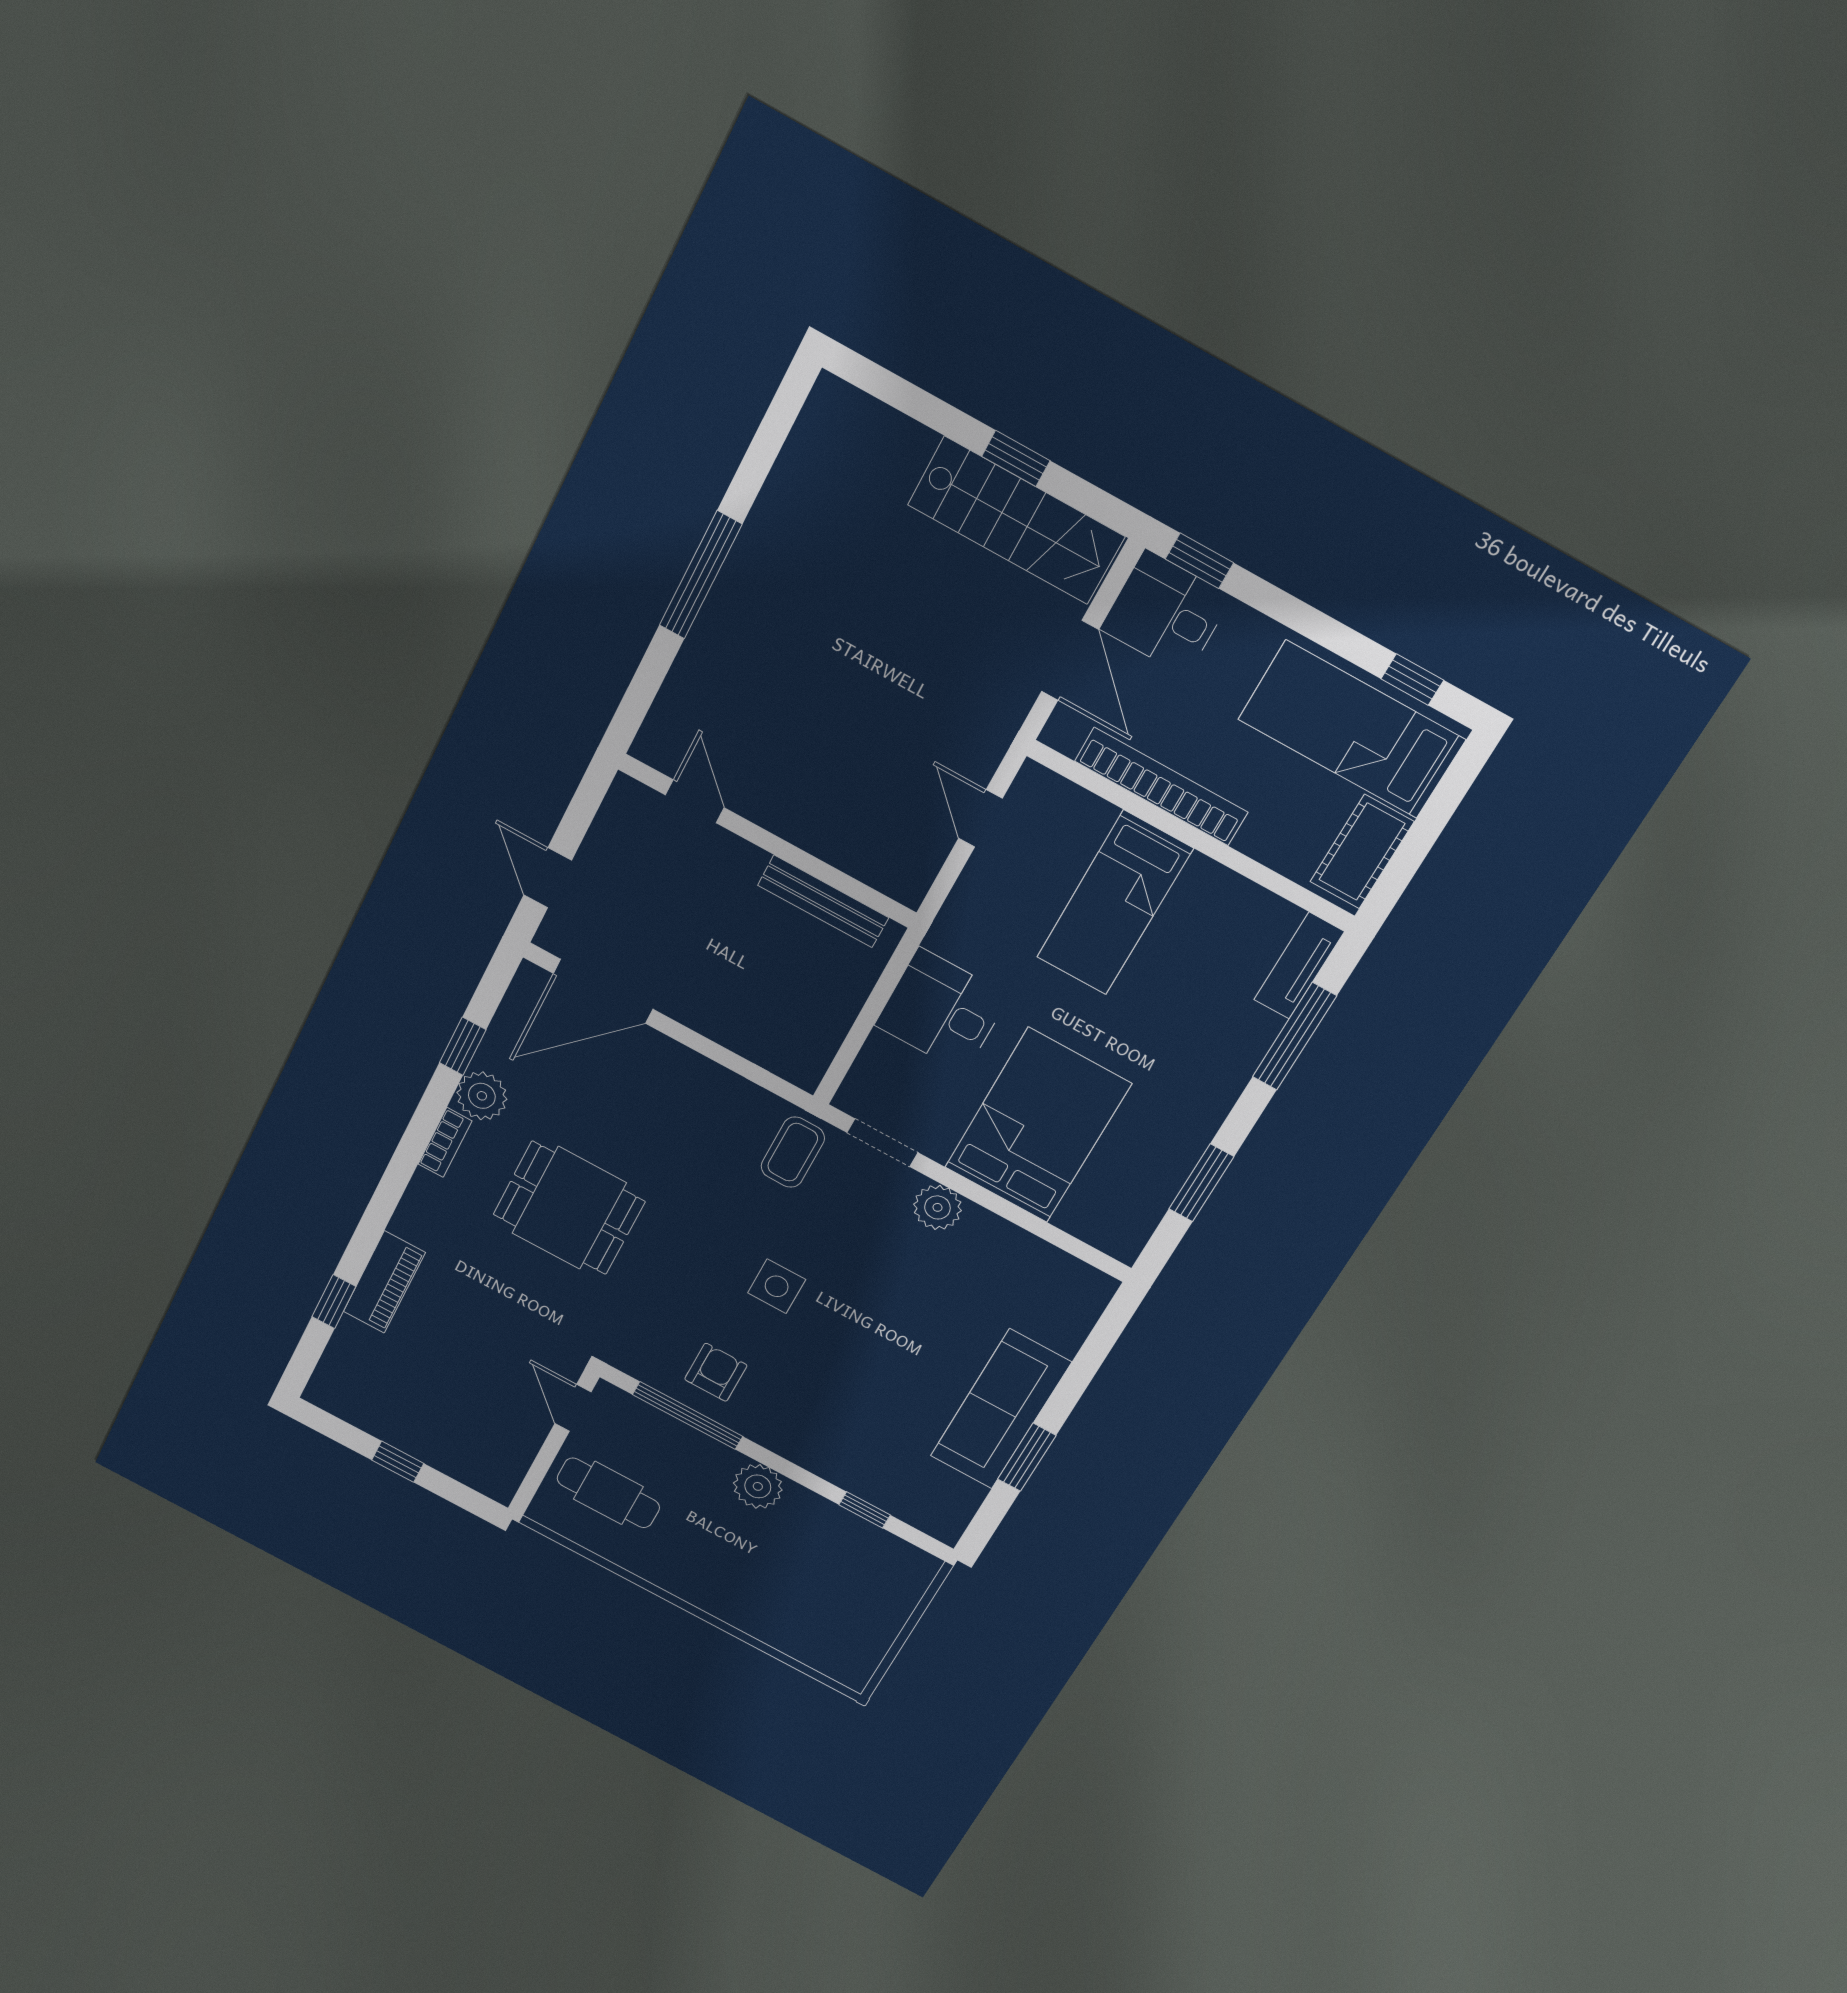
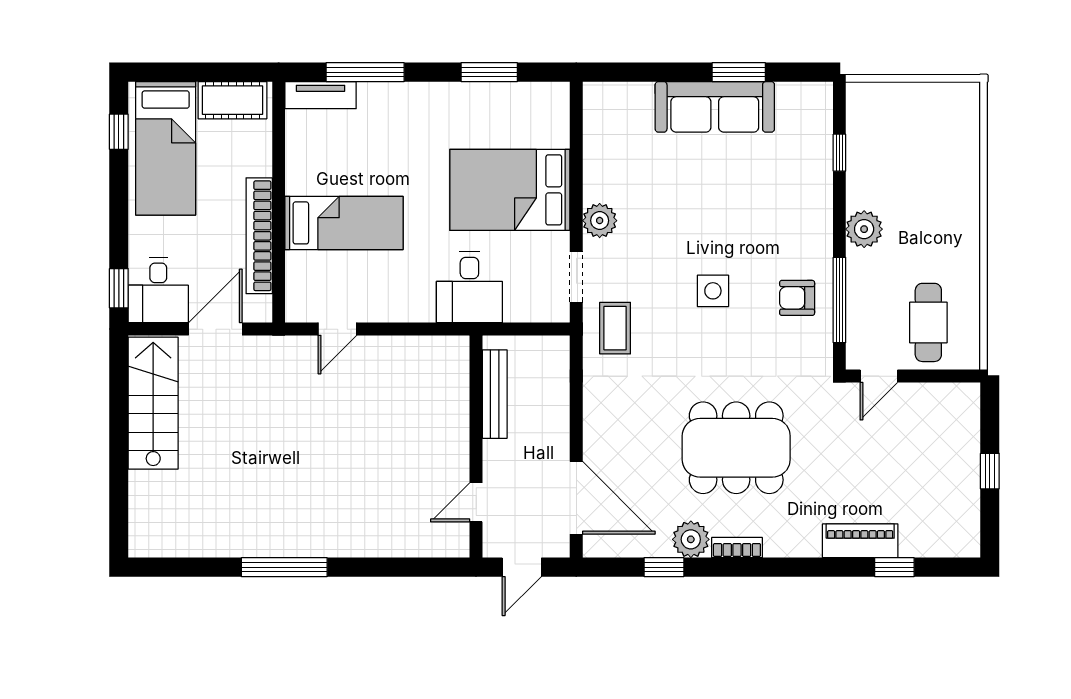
window: (1016, 458) -> (119, 422), removed
door: (695, 801) -> (476, 502), moved
wall: (768, 841) -> (476, 446), moved
bench: (823, 901) -> (495, 394), moved
coffee table: (793, 1152) -> (615, 328), turned 90
dining table: (569, 1208) -> (736, 448), width x1.38

